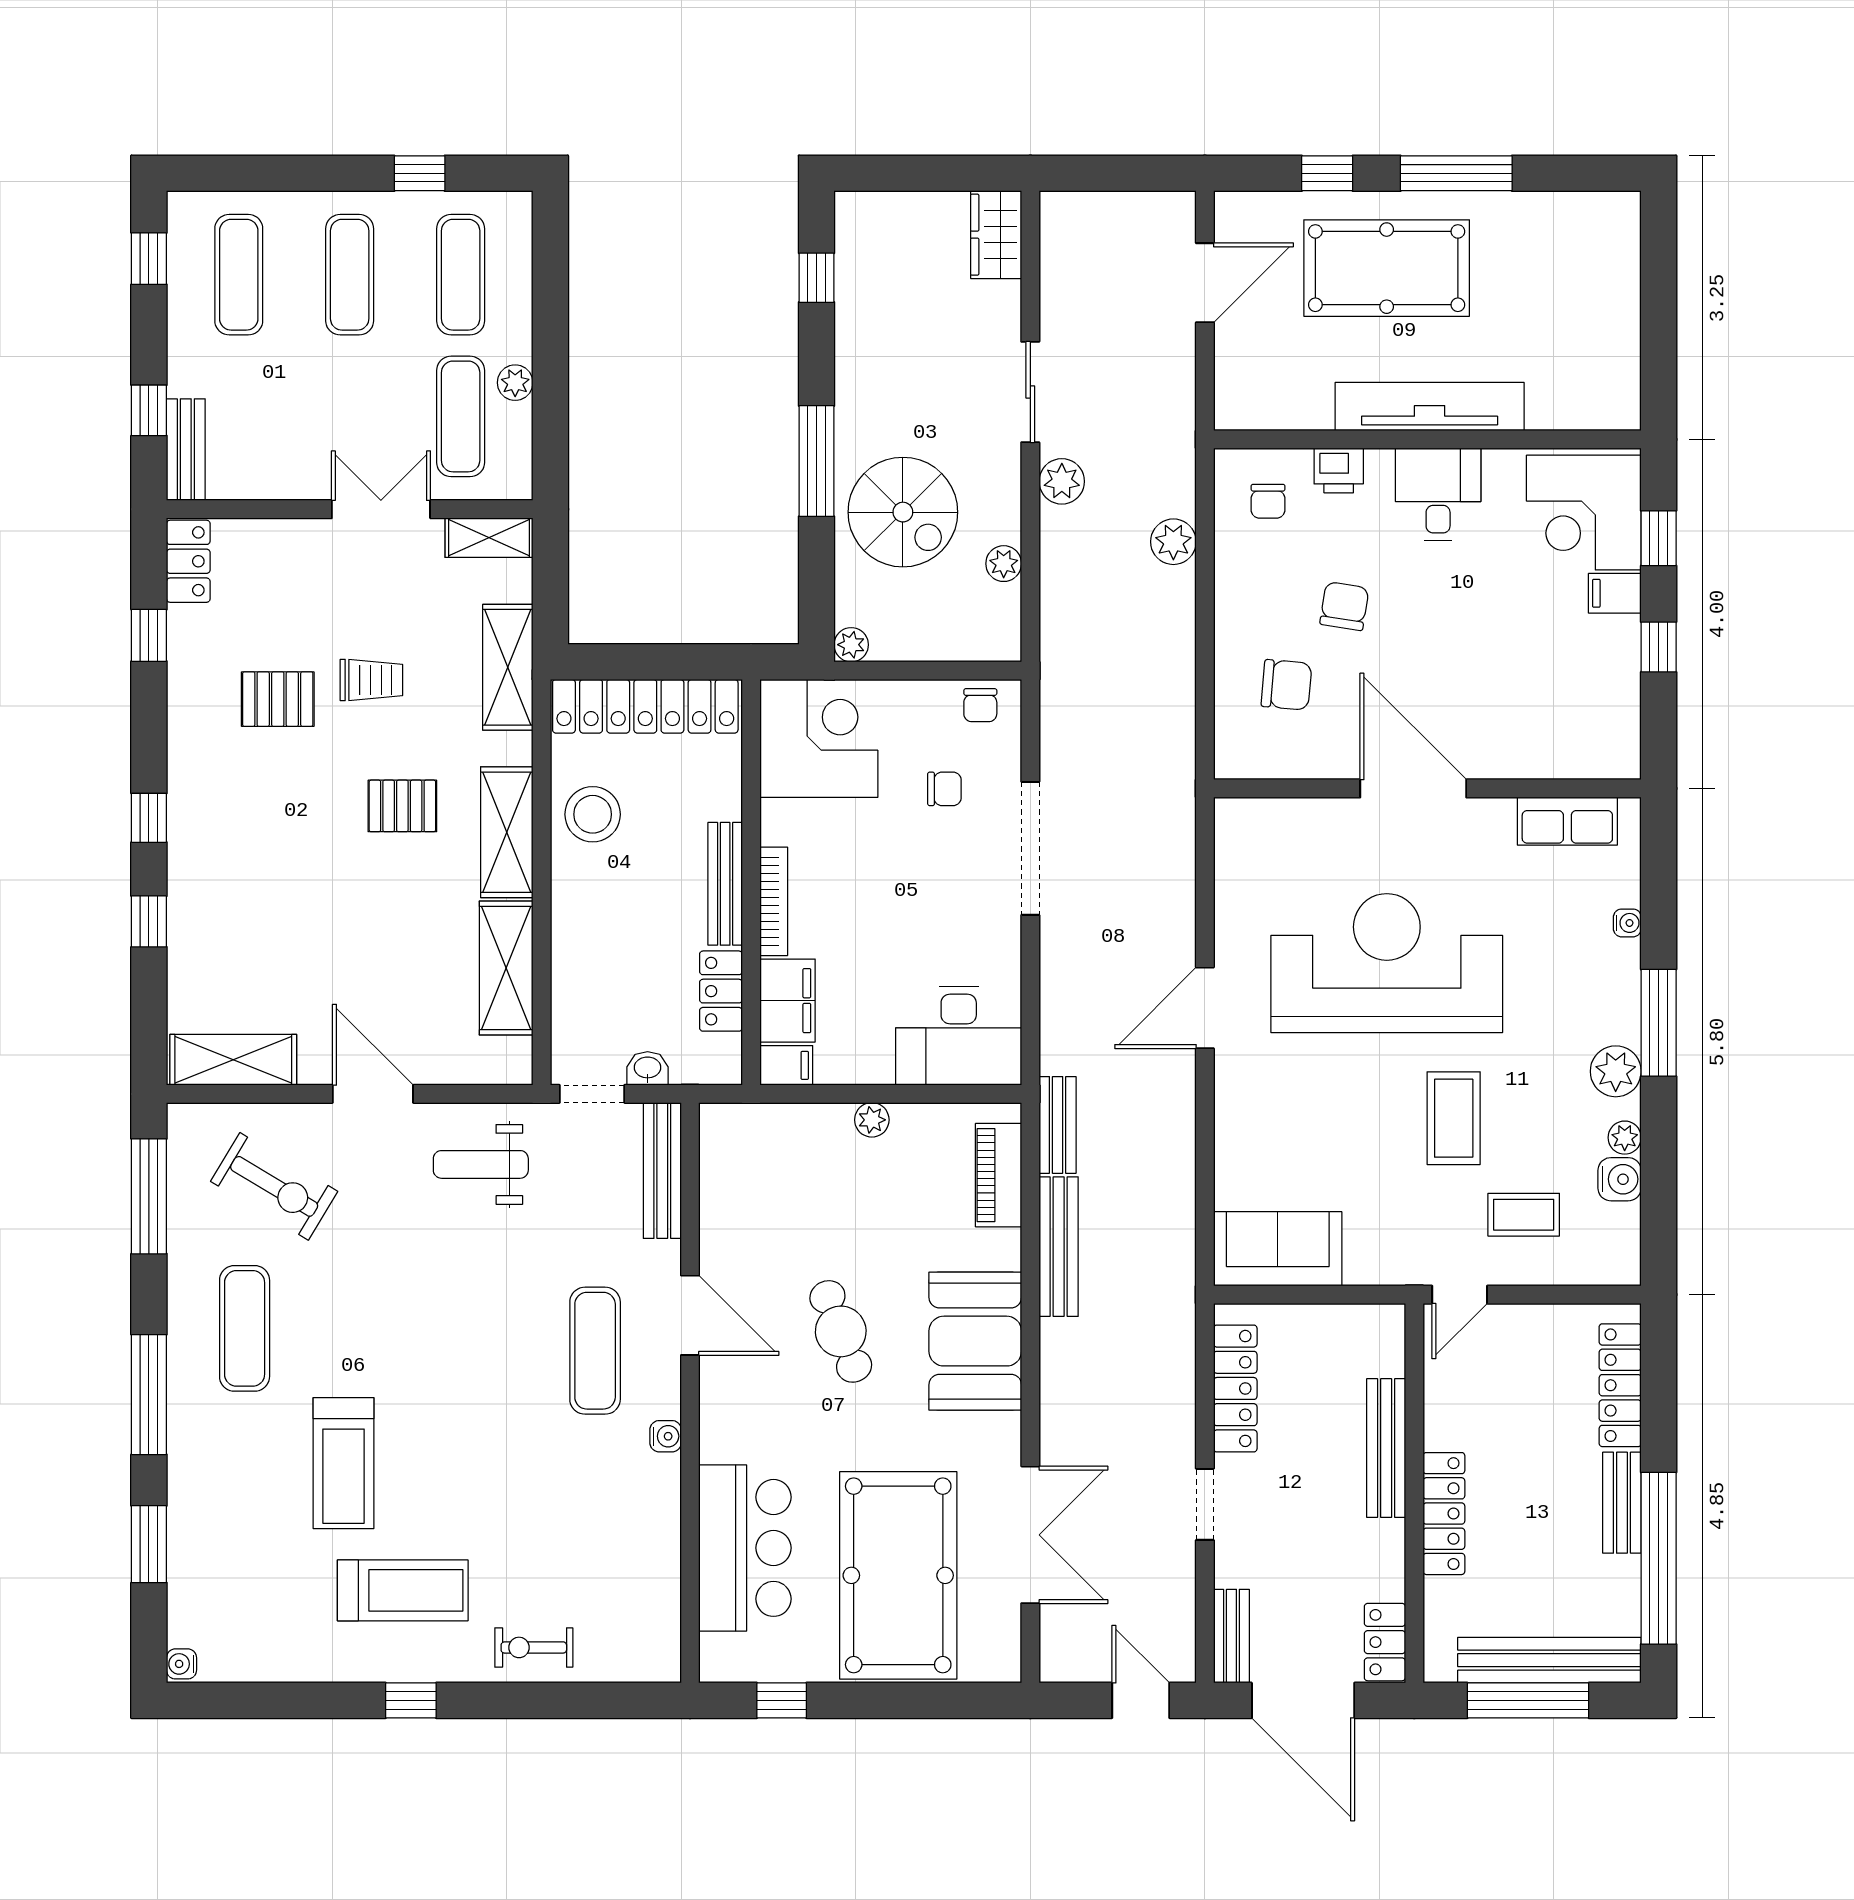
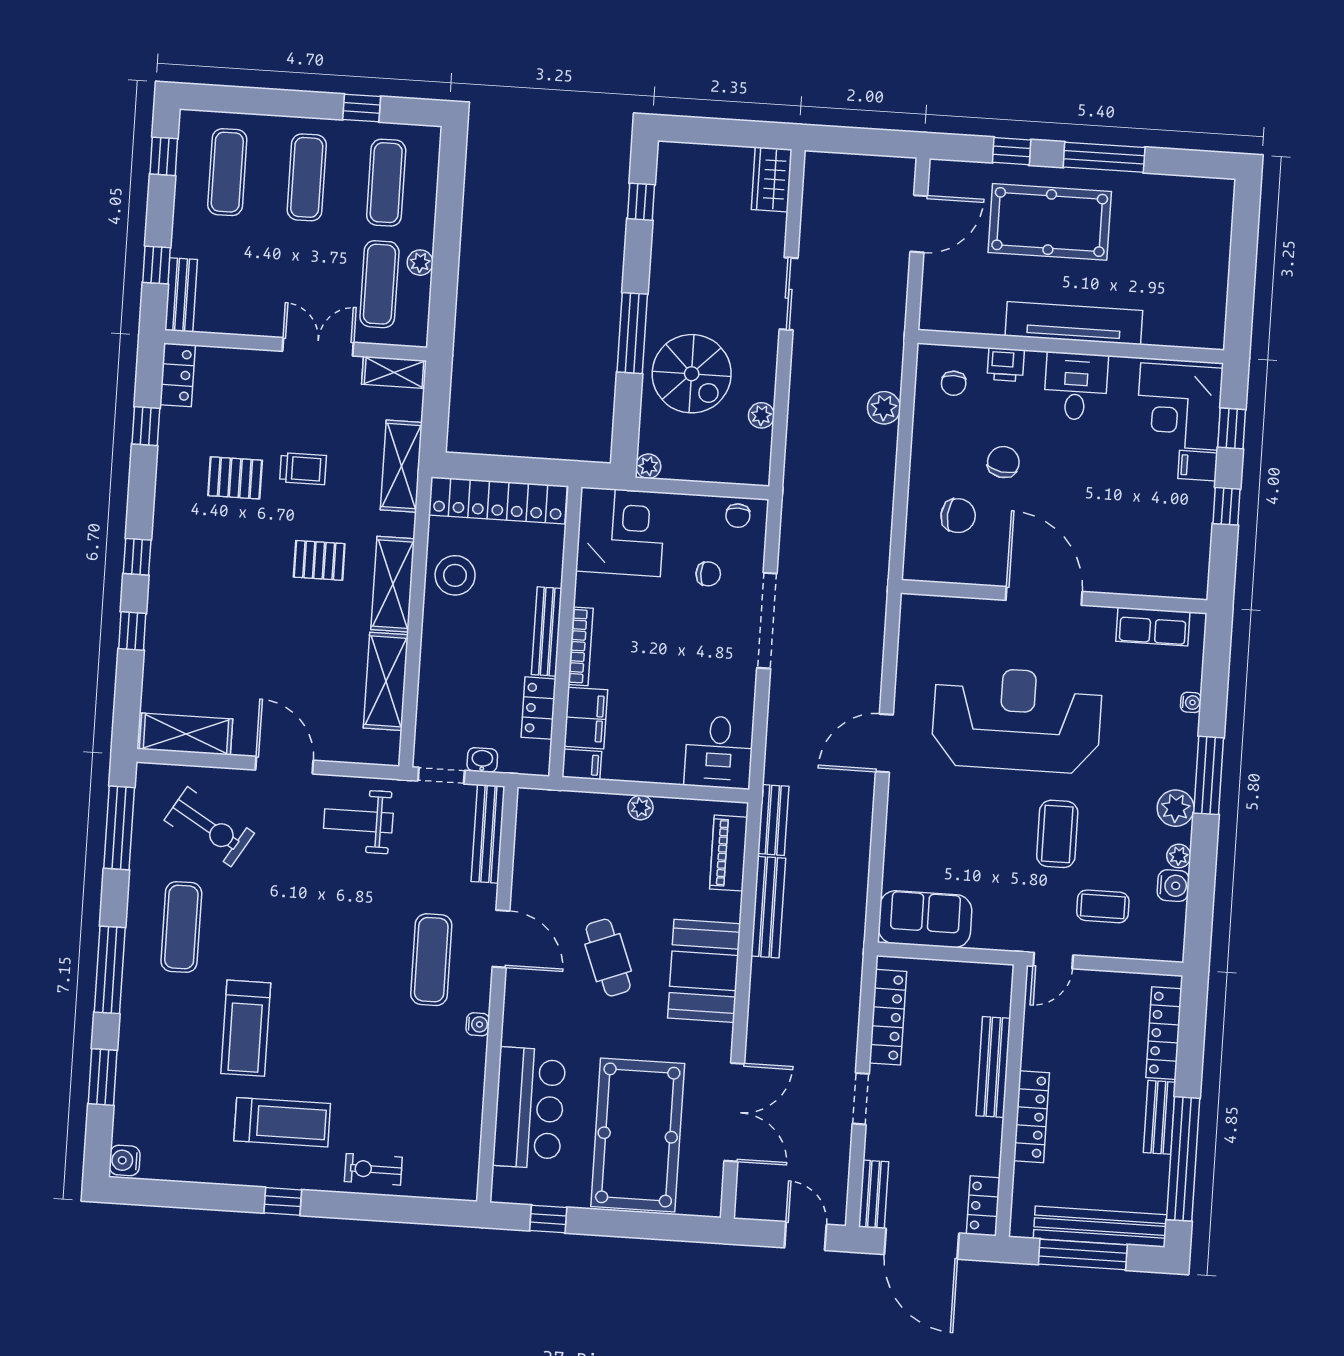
plant: (1062, 481) -> (807, 359), removed
desk: (959, 1036) -> (719, 752), width x0.73
water cooler: (181, 1664) -> (125, 1160), width x1.38, depth x1.38

